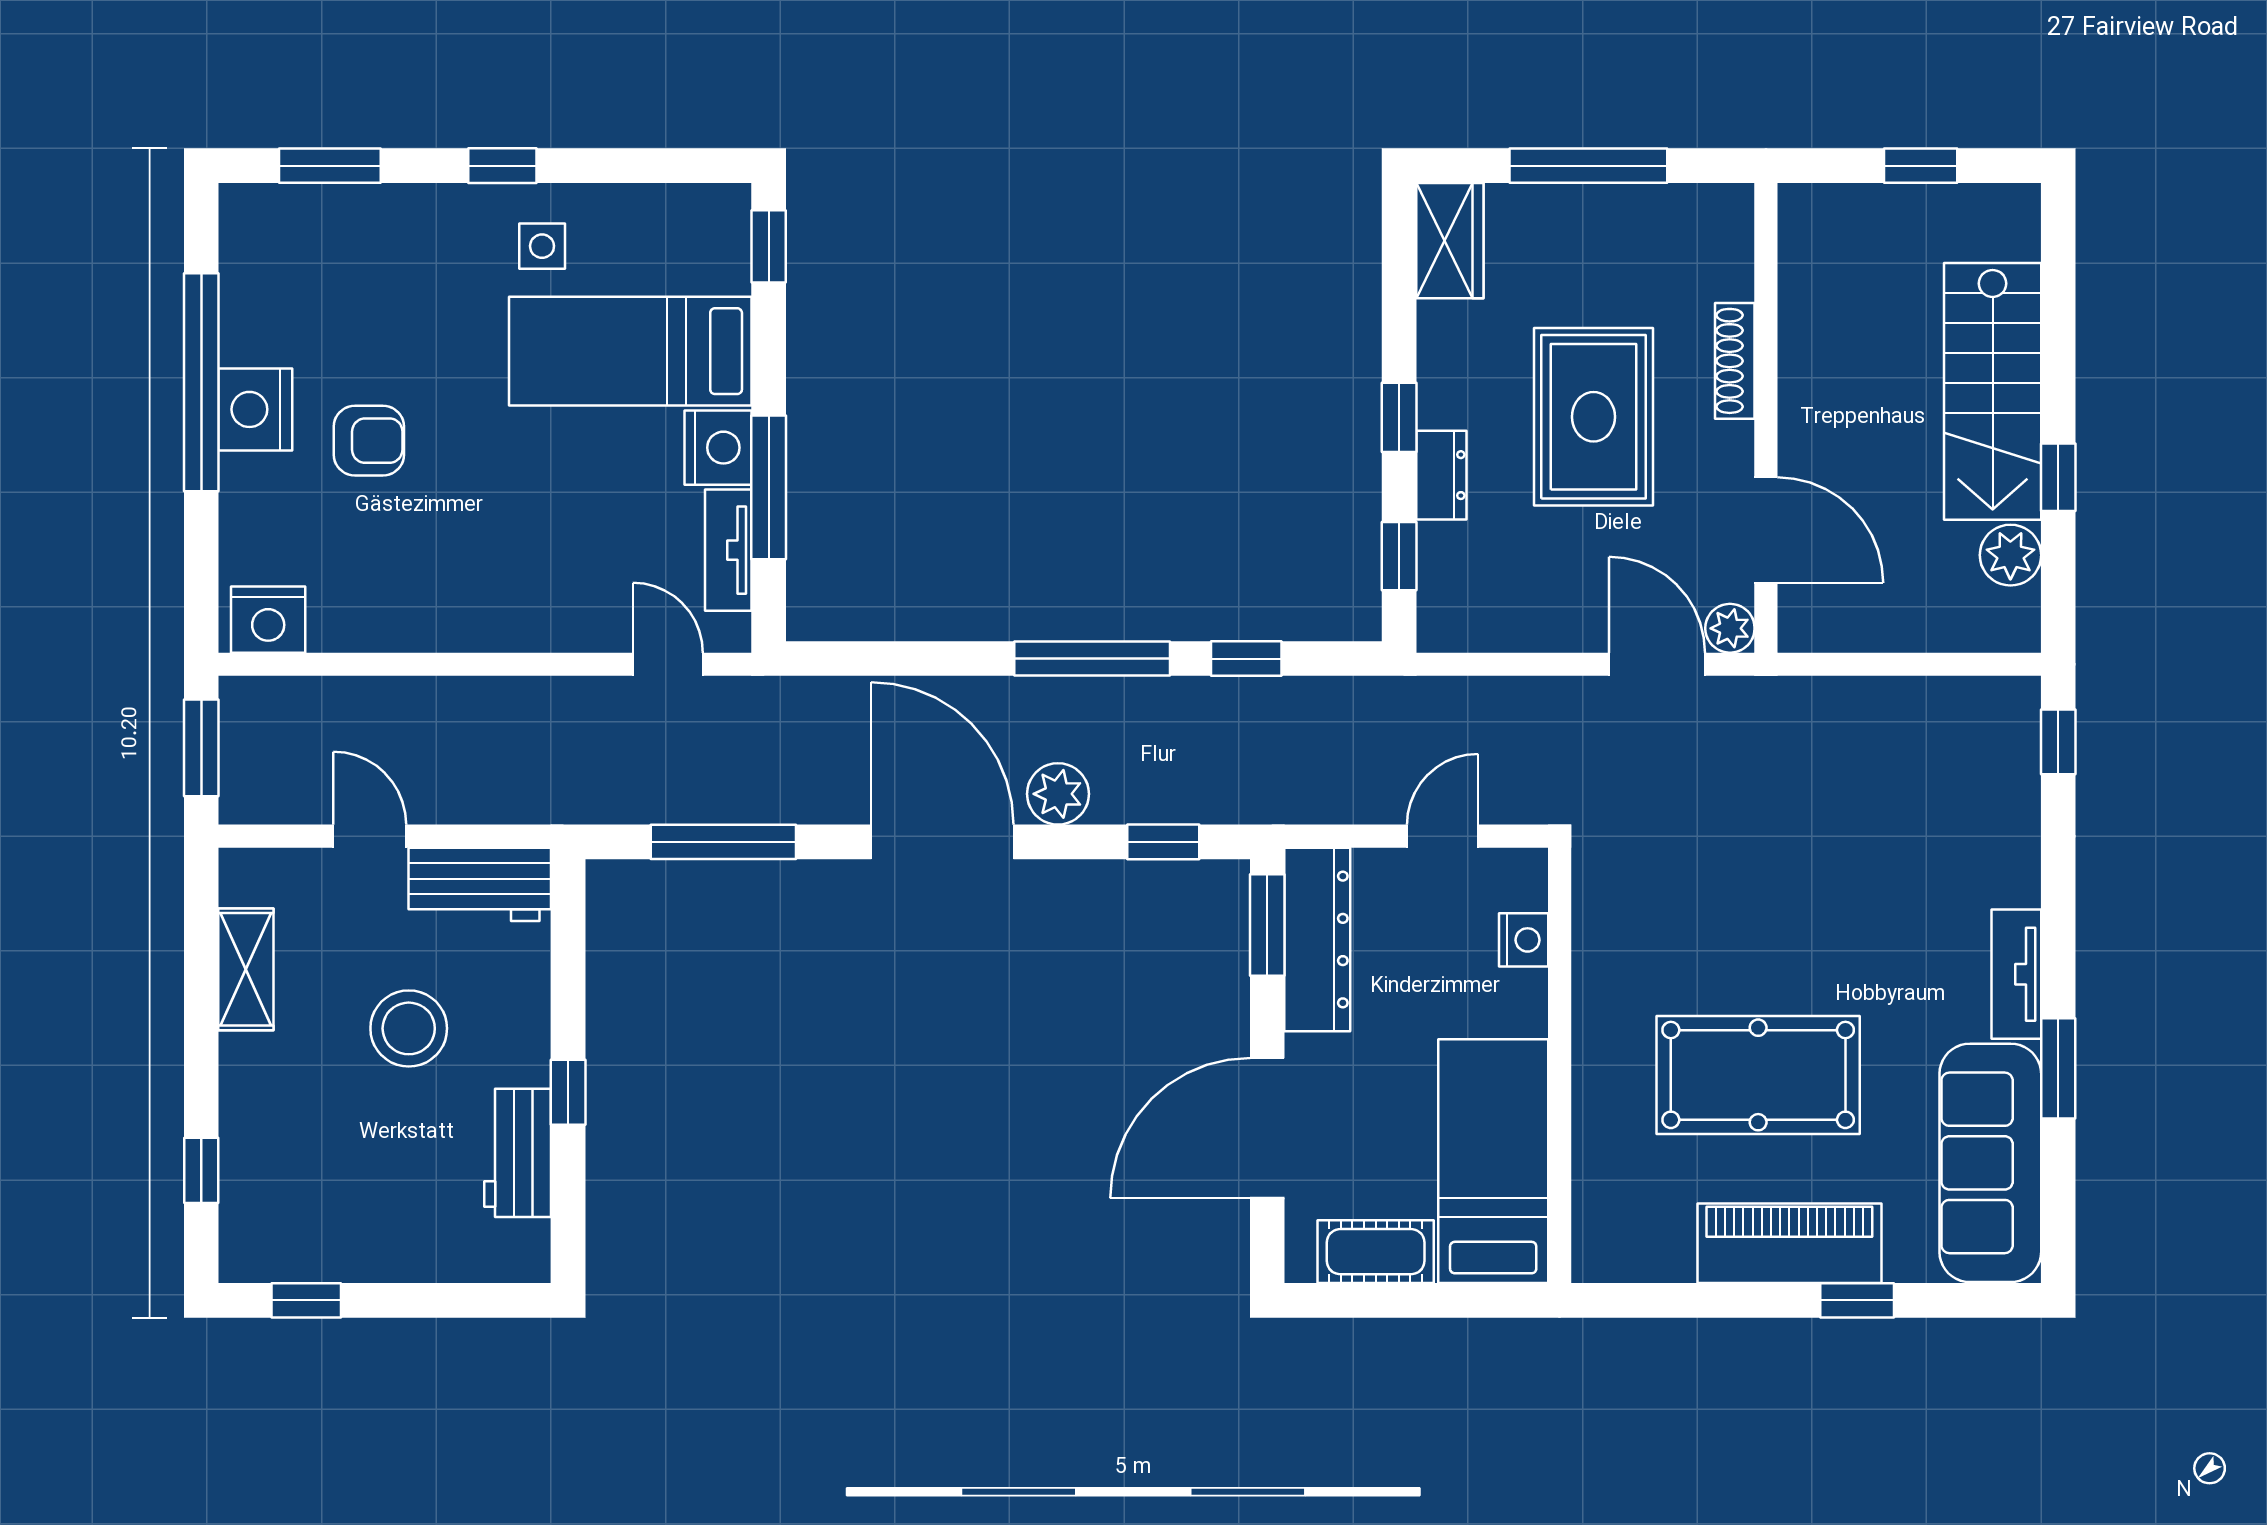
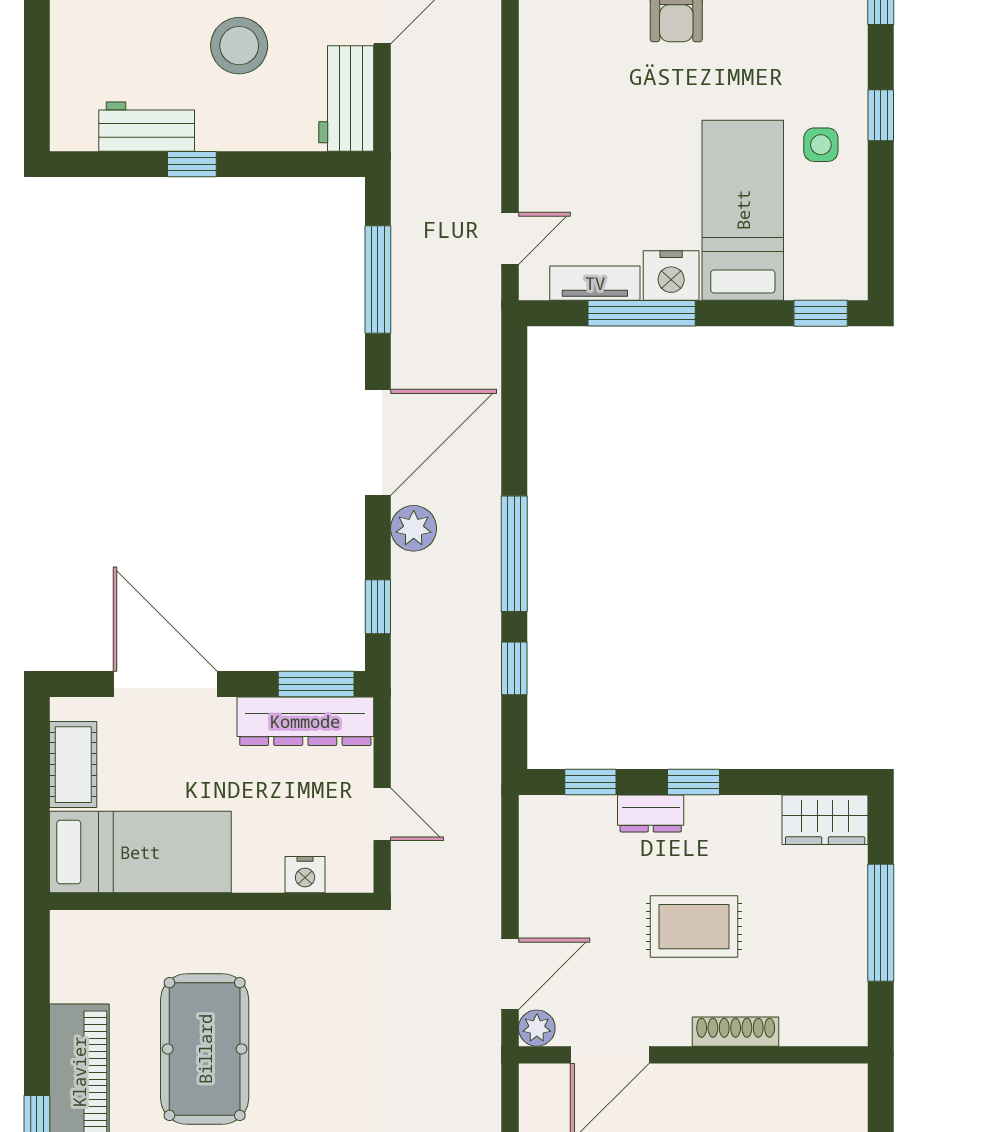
rug: (1593, 417) -> (694, 927), width x0.73, depth x0.70

